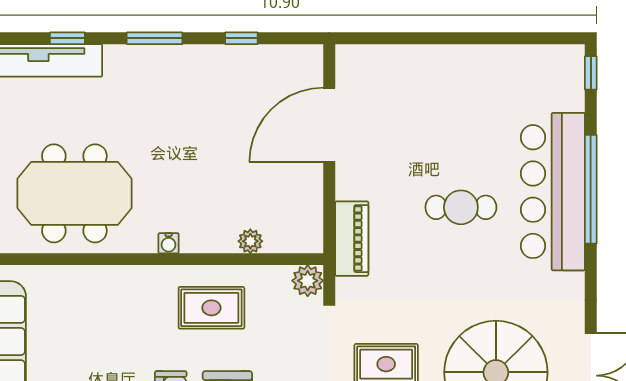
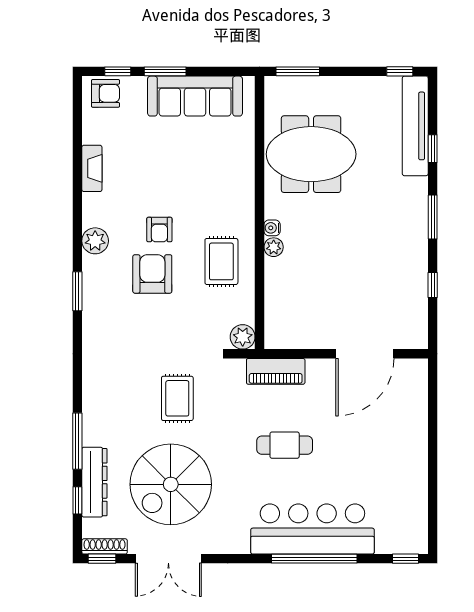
door: (329, 125) -> (365, 354), swing flipped
meeting table: (74, 193) -> (311, 154), turned 90
cafe table: (461, 207) -> (285, 445), moved, turned 90
plant: (250, 241) -> (274, 247), moved

